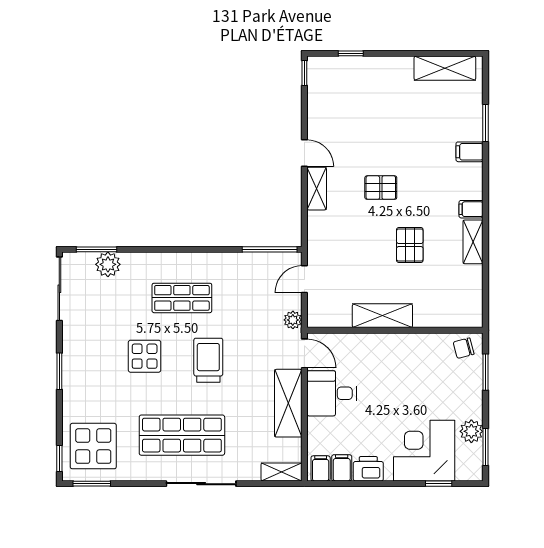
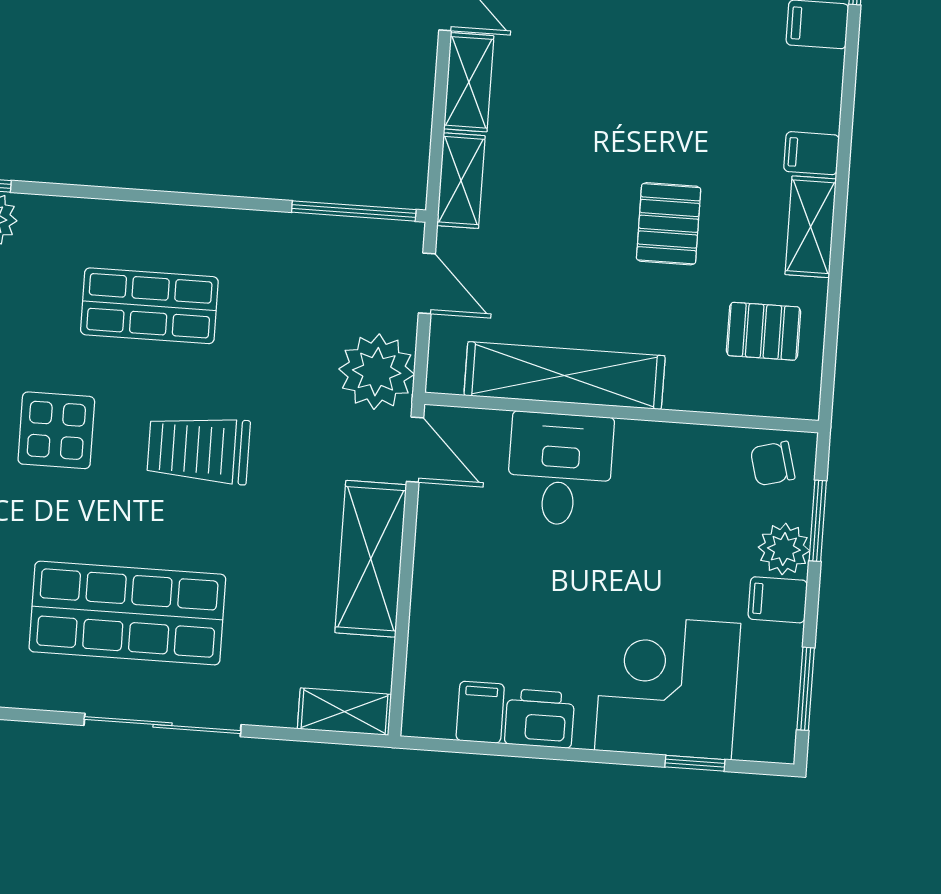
pallet: (381, 188) -> (764, 331), moved
shelving: (316, 232) -> (461, 181), added
door: (304, 279) -> (427, 283), swing flipped
shelving: (382, 316) -> (565, 376), width x1.47
plant: (293, 320) -> (377, 372), width x1.87, depth x1.87
trolley: (208, 360) -> (199, 449), turned -90
desk: (331, 393) -> (560, 469), moved, turned 90
plant: (471, 431) -> (784, 549), moved
filing cabinet: (321, 468) -> (778, 600), moved, turned -90

